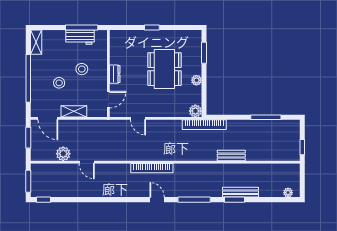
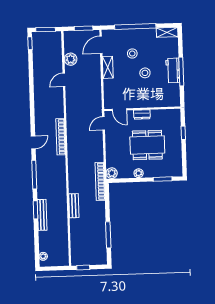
wall: (108, 74) -> (142, 109), moved
dresser: (115, 74) -> (142, 114), moved
door: (108, 100) -> (119, 110), moved

